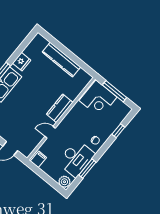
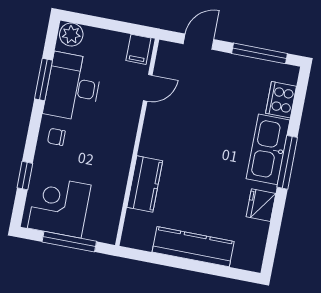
corner desk: (98, 99) -> (59, 207), moved
kitchen counter: (60, 108) -> (145, 184), moved
door: (50, 132) -> (148, 88), moved

